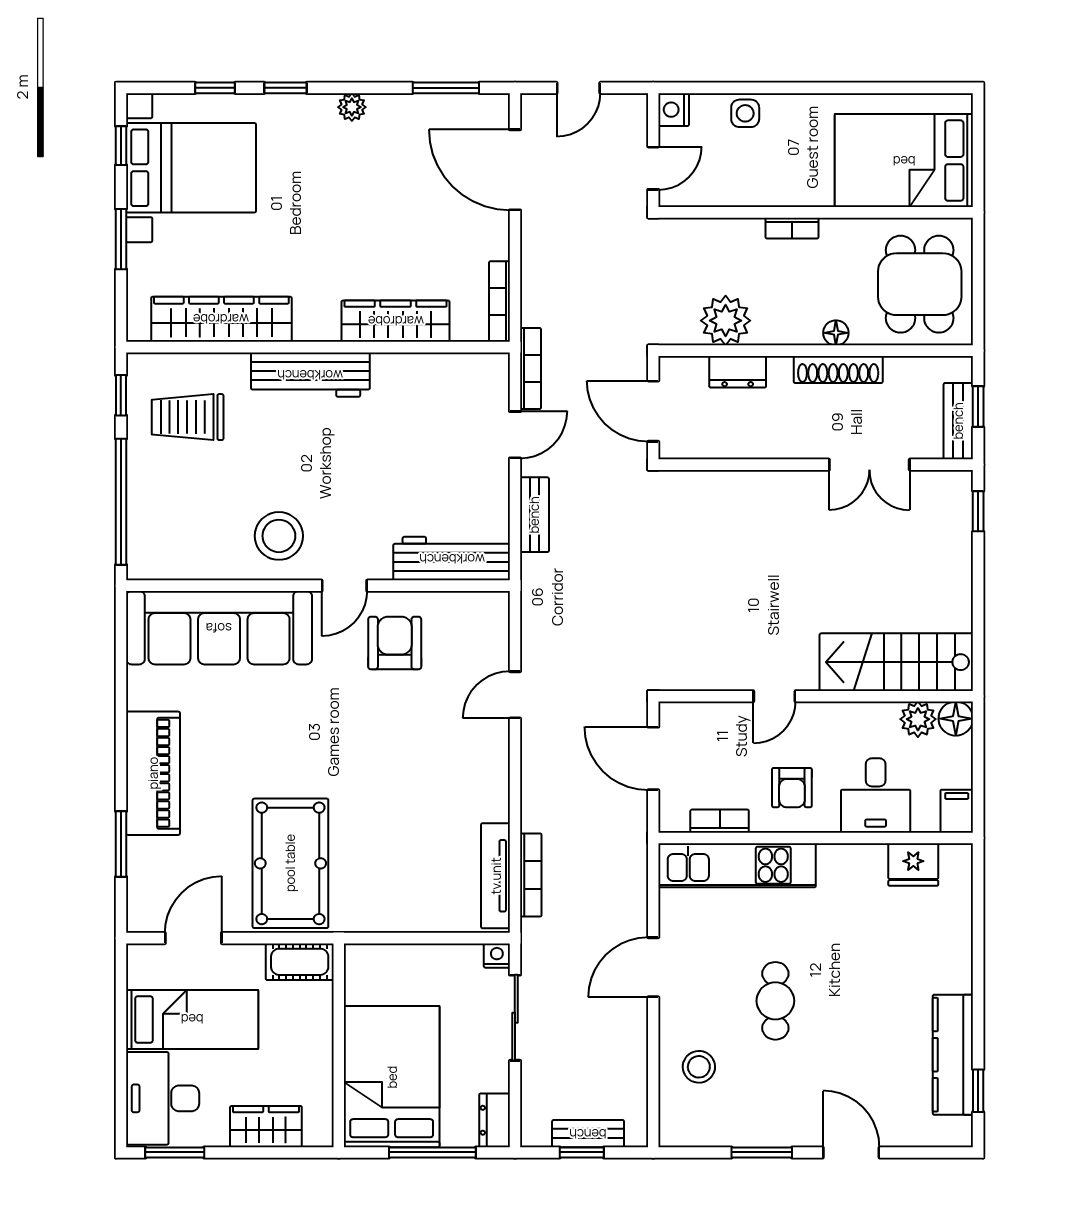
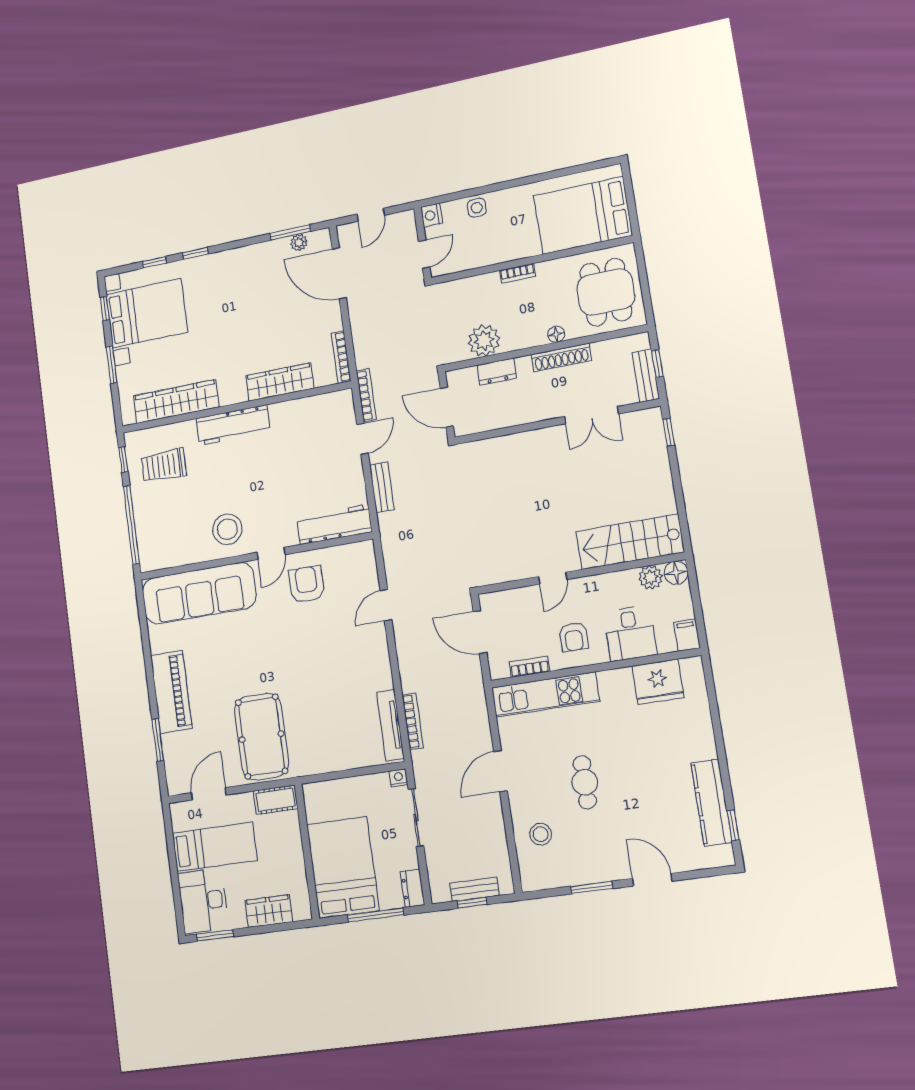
plant: (352, 107) -> (299, 243), moved
fridge: (913, 865) -> (658, 682), width x1.36, depth x1.34

